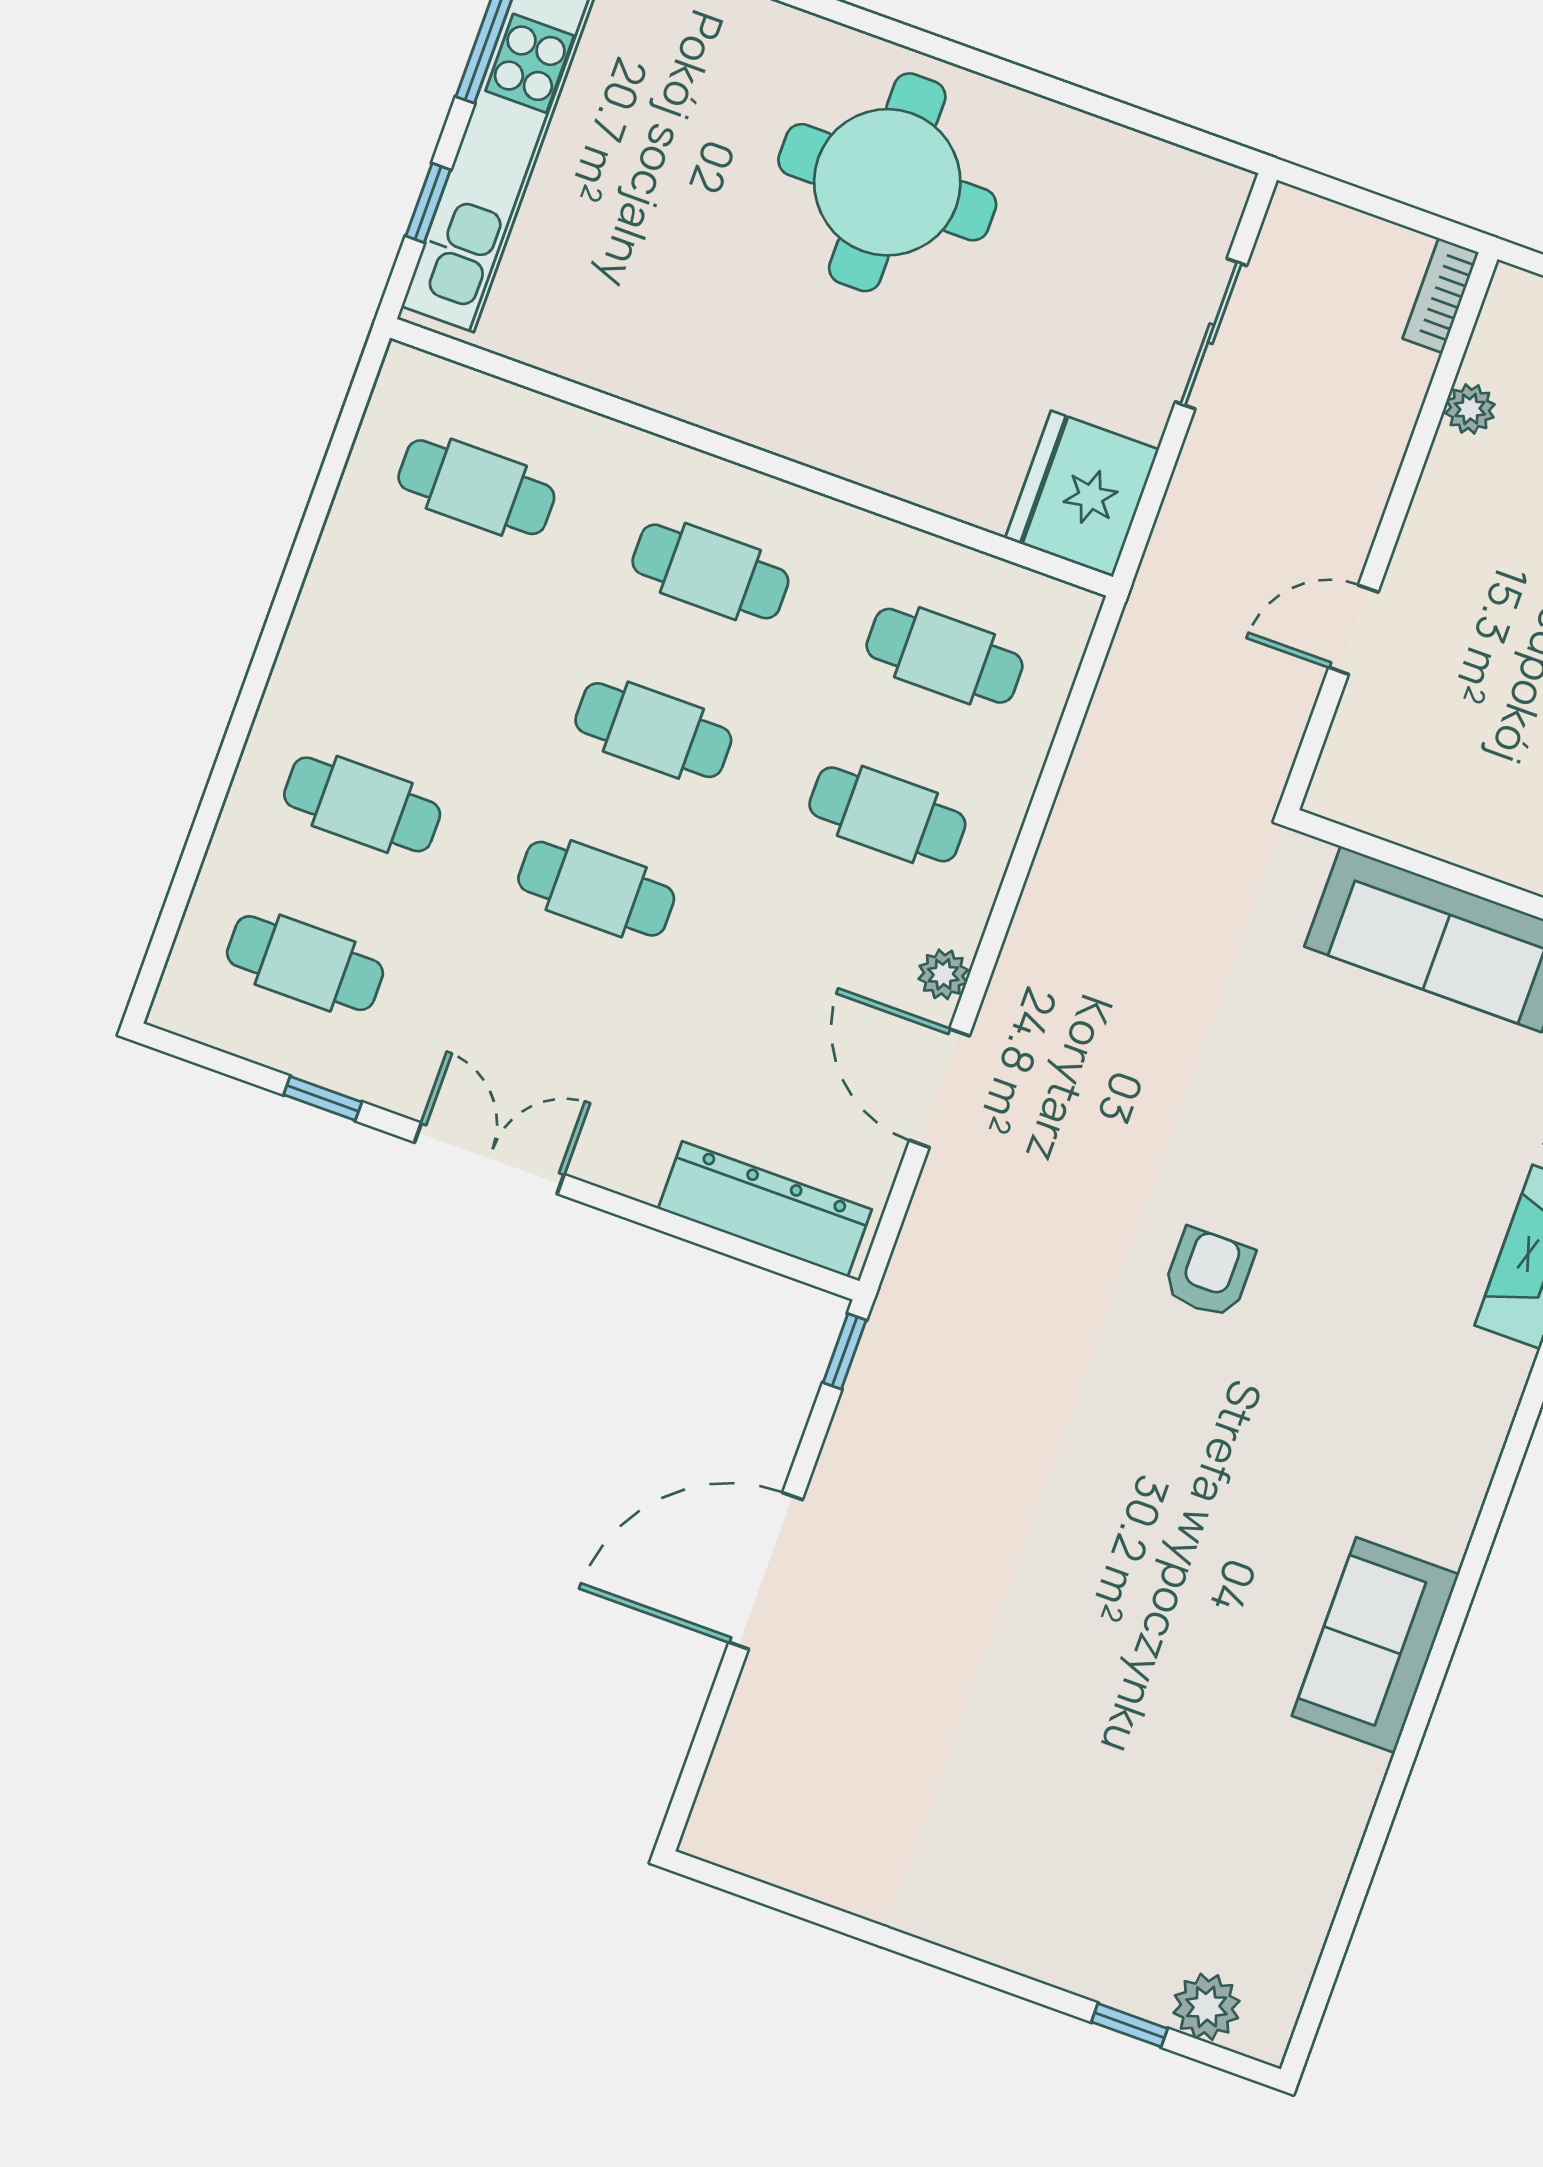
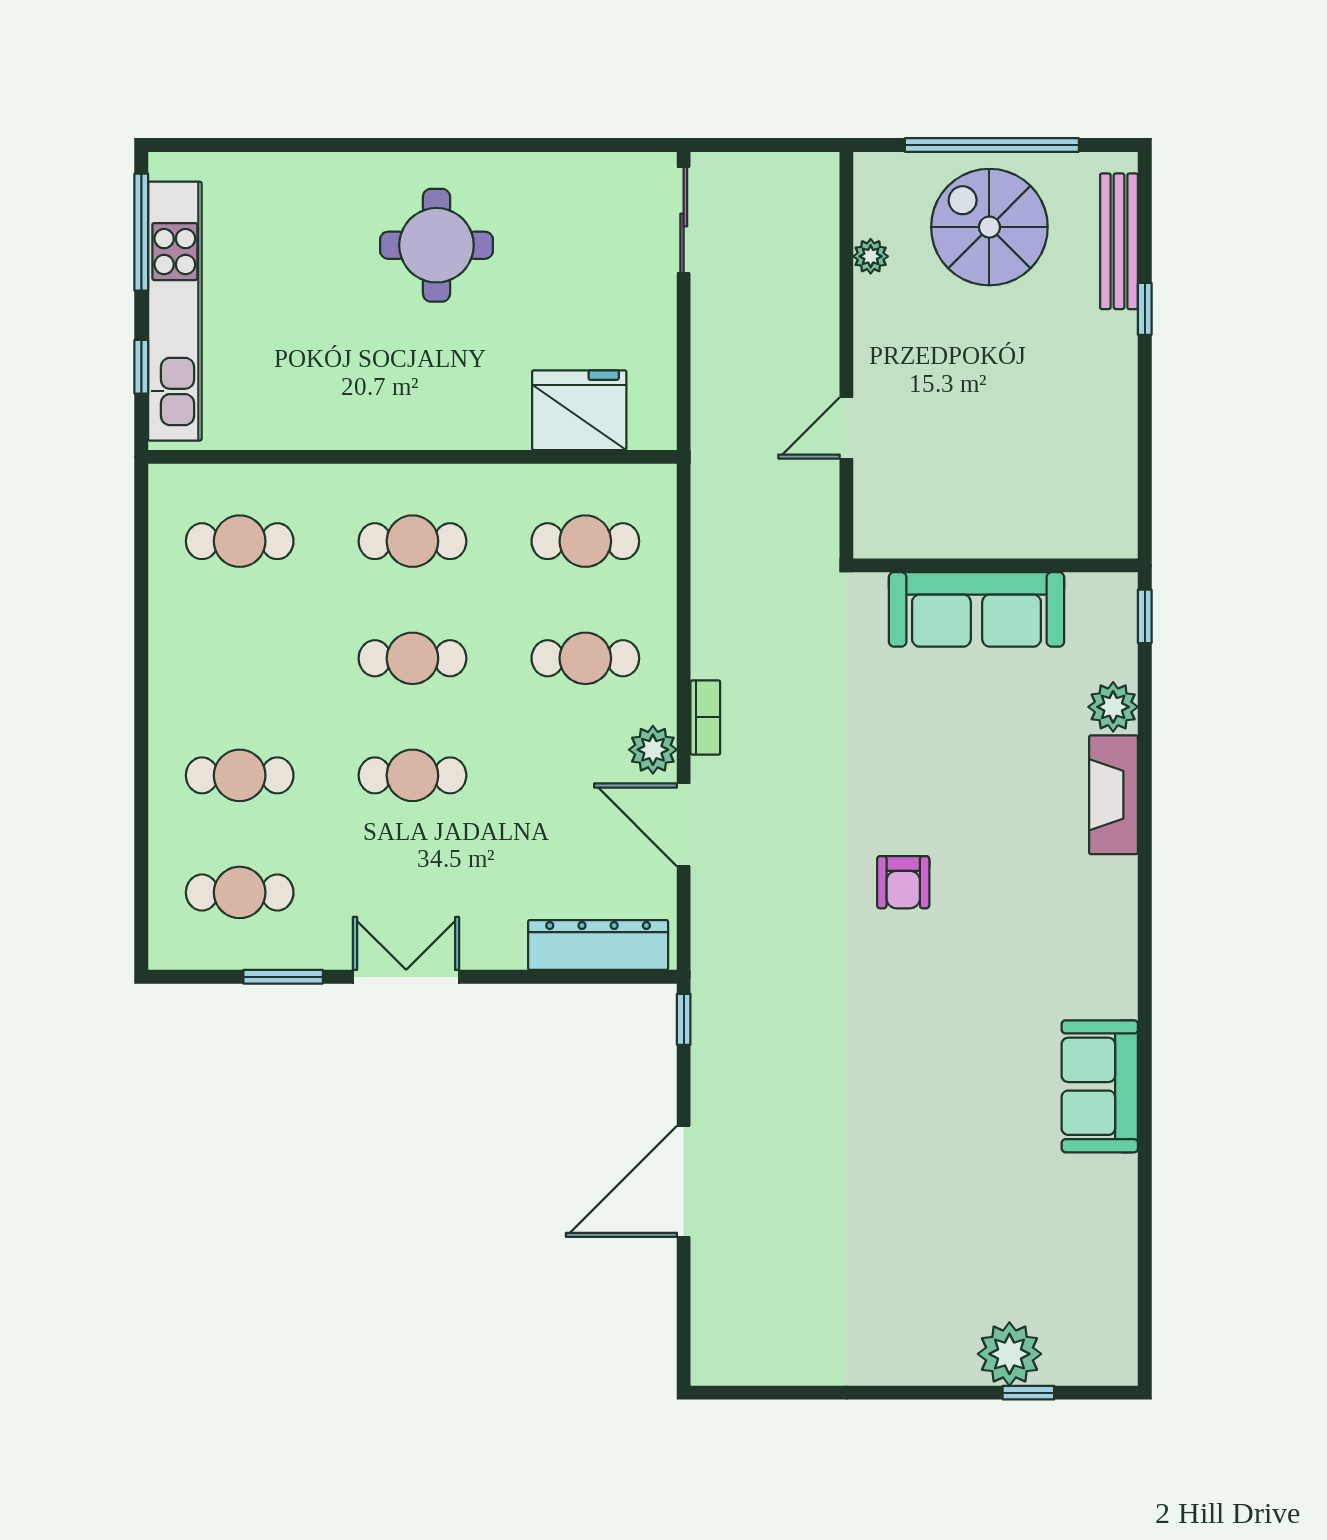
round table: (887, 182) -> (436, 245), width x0.73, depth x0.73
bookcase: (1441, 295) -> (705, 717), moved, turned 180
sliding door: (1211, 334) -> (684, 220), moved
fridge: (1082, 494) -> (579, 410), moved, turned 90
plant: (943, 974) -> (653, 750), width x1.38, depth x1.38
window: (323, 1098) -> (283, 977), width x1.50
armchair: (1209, 1273) -> (903, 882), turned 180
plant: (1206, 2007) -> (1009, 1354), moved, width x1.36, depth x1.36

